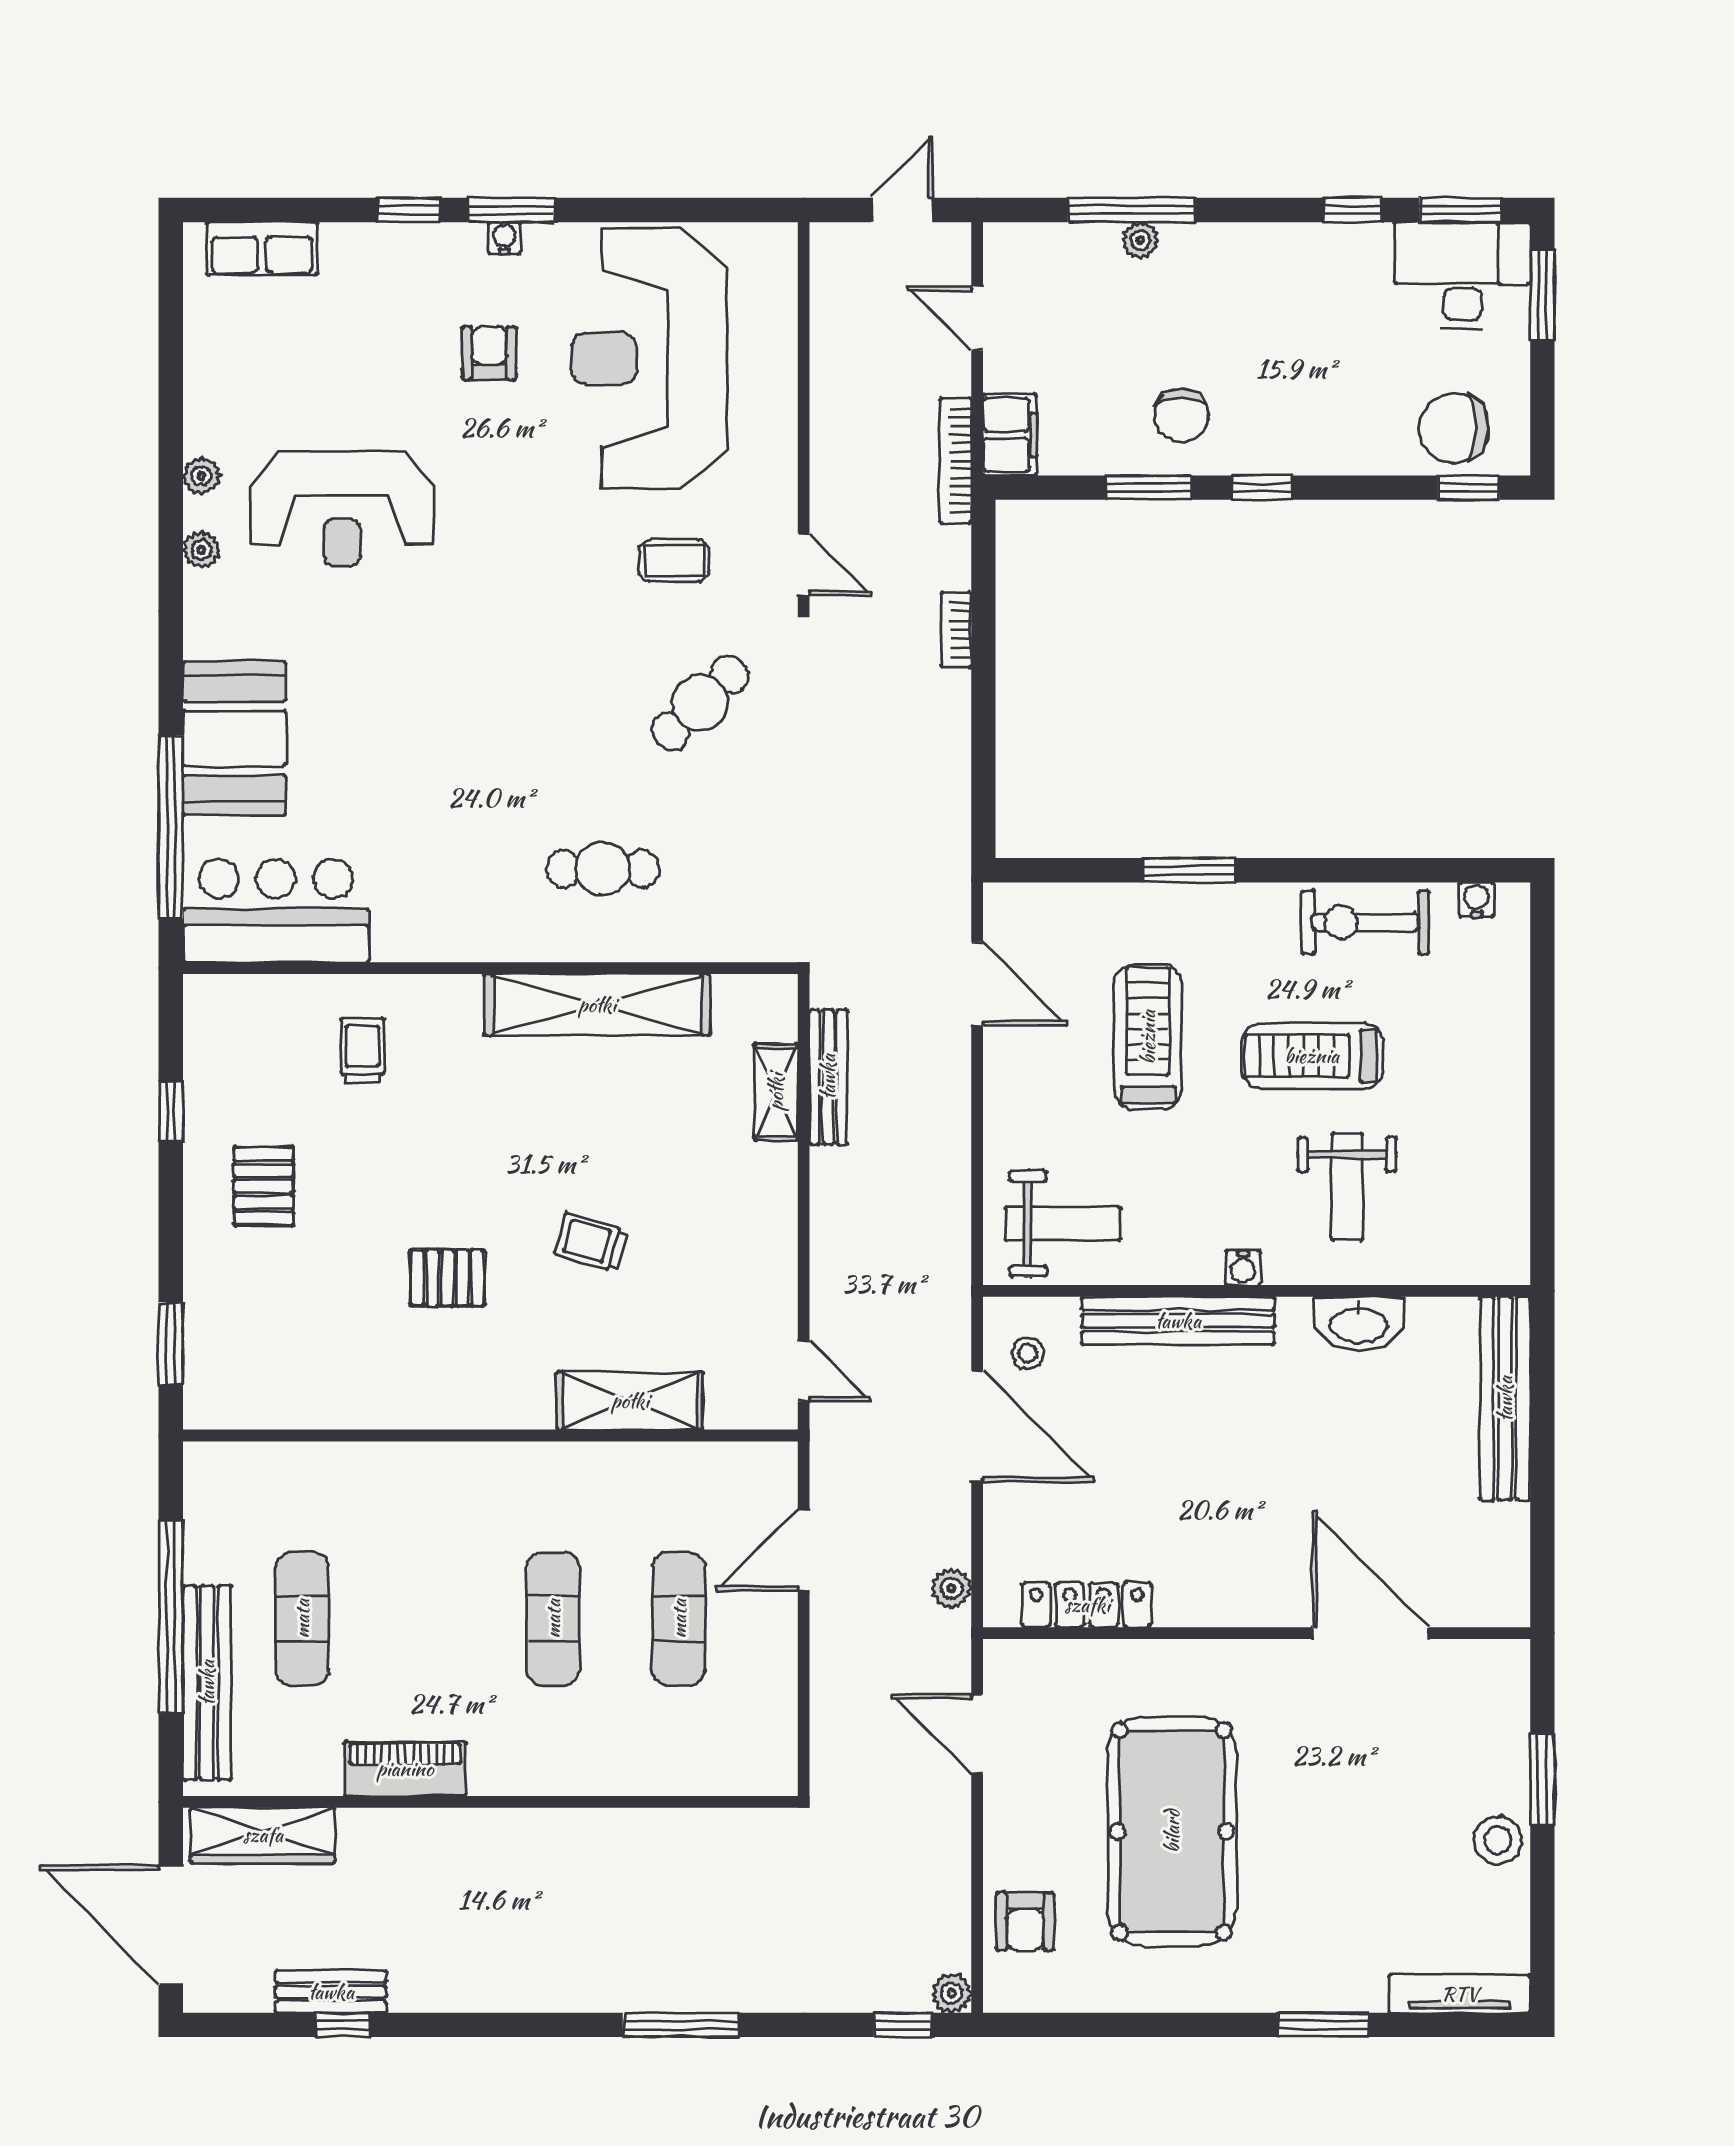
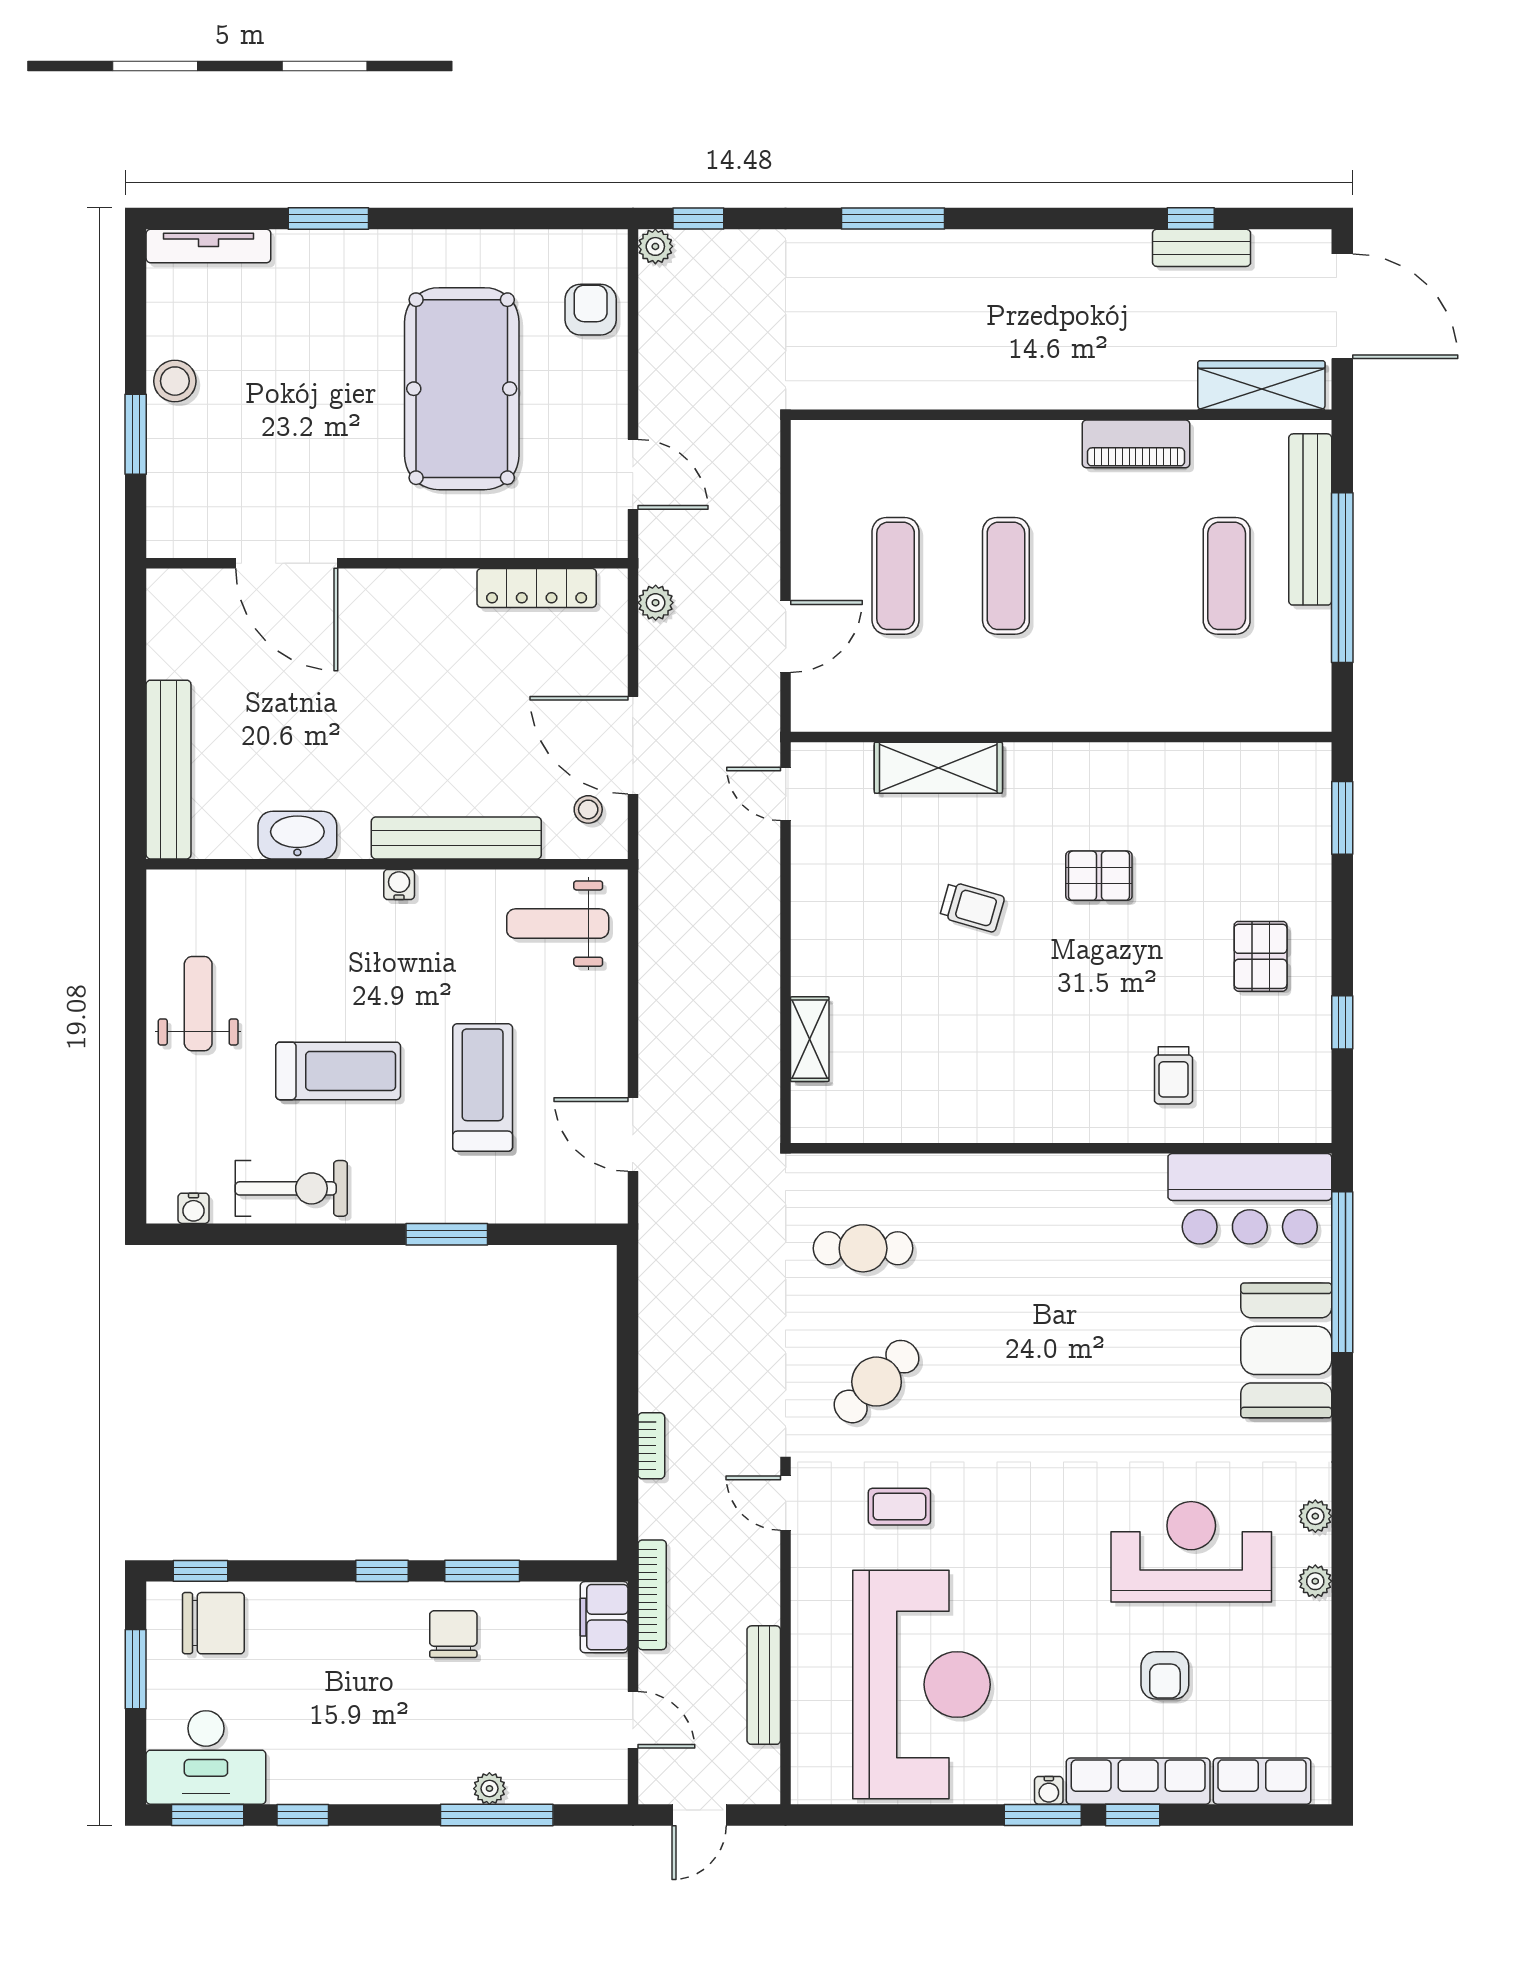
row of seats: (403, 248) -> (1138, 1781), added
window: (1542, 295) -> (136, 1669), moved
armchair: (489, 353) -> (1165, 1675), moved
cafe table: (603, 869) -> (863, 1248), moved
shelving: (597, 1005) -> (967, 1116), removed
treadmill: (1148, 1037) -> (483, 1088), turned 180
bench: (828, 1077) -> (764, 1685), moved
weight bench: (1347, 1187) -> (198, 1004), moved

